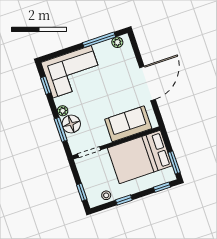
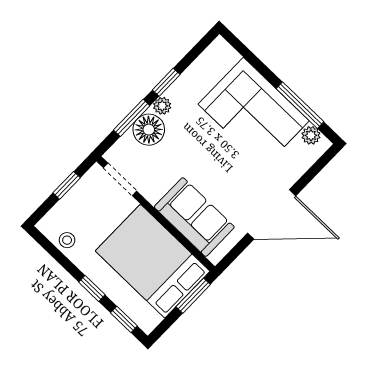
corner sofa: (72, 72) -> (254, 113), moved
window: (46, 85) -> (166, 82), moved
window: (174, 163) -> (193, 296), moved
window: (82, 192) -> (67, 185), moved
window: (124, 200) -> (92, 288), moved

